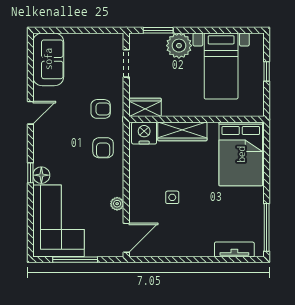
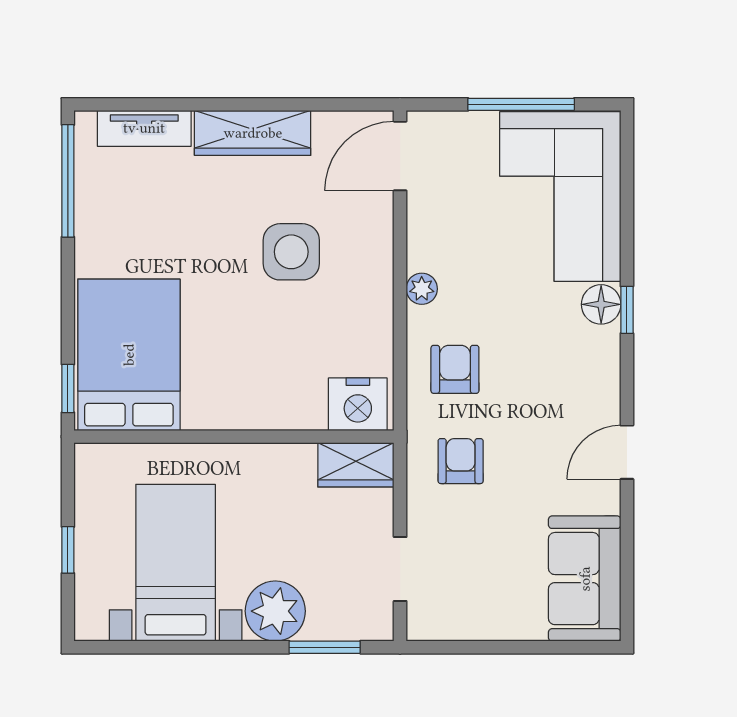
armchair: (101, 109) -> (461, 461), turned 90
wardrobe: (182, 131) -> (253, 133), moved, turned 180
window: (267, 140) -> (68, 388), added
side table: (172, 197) -> (291, 252), width x1.87, depth x1.87
plant: (117, 204) -> (422, 289), moved

